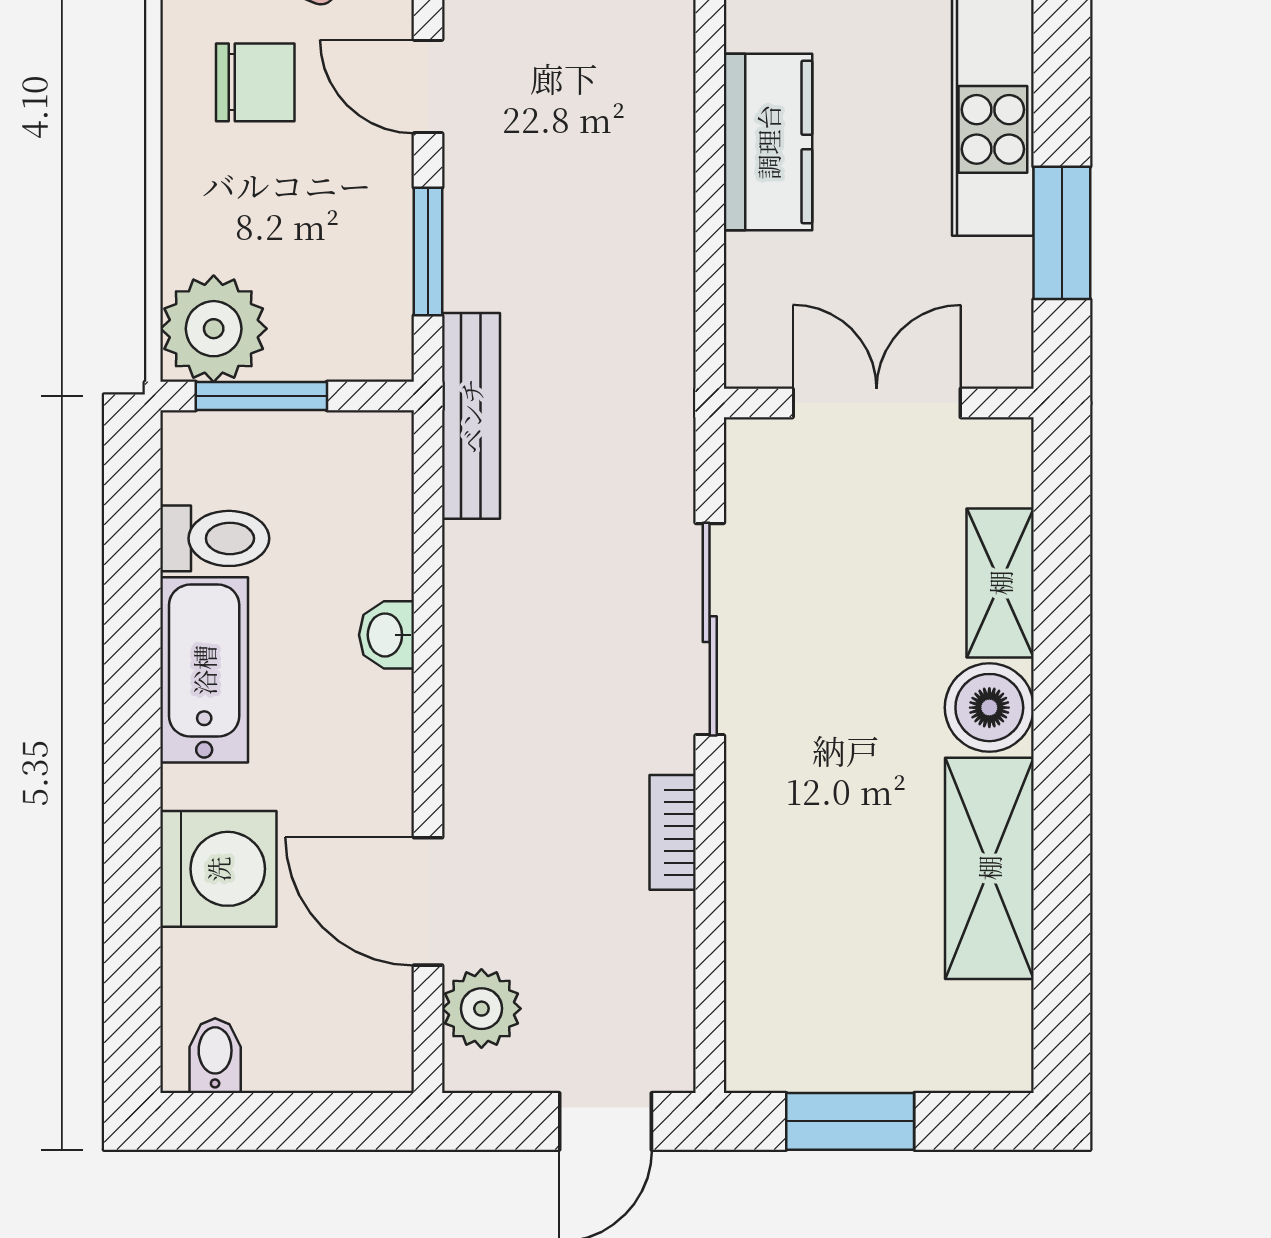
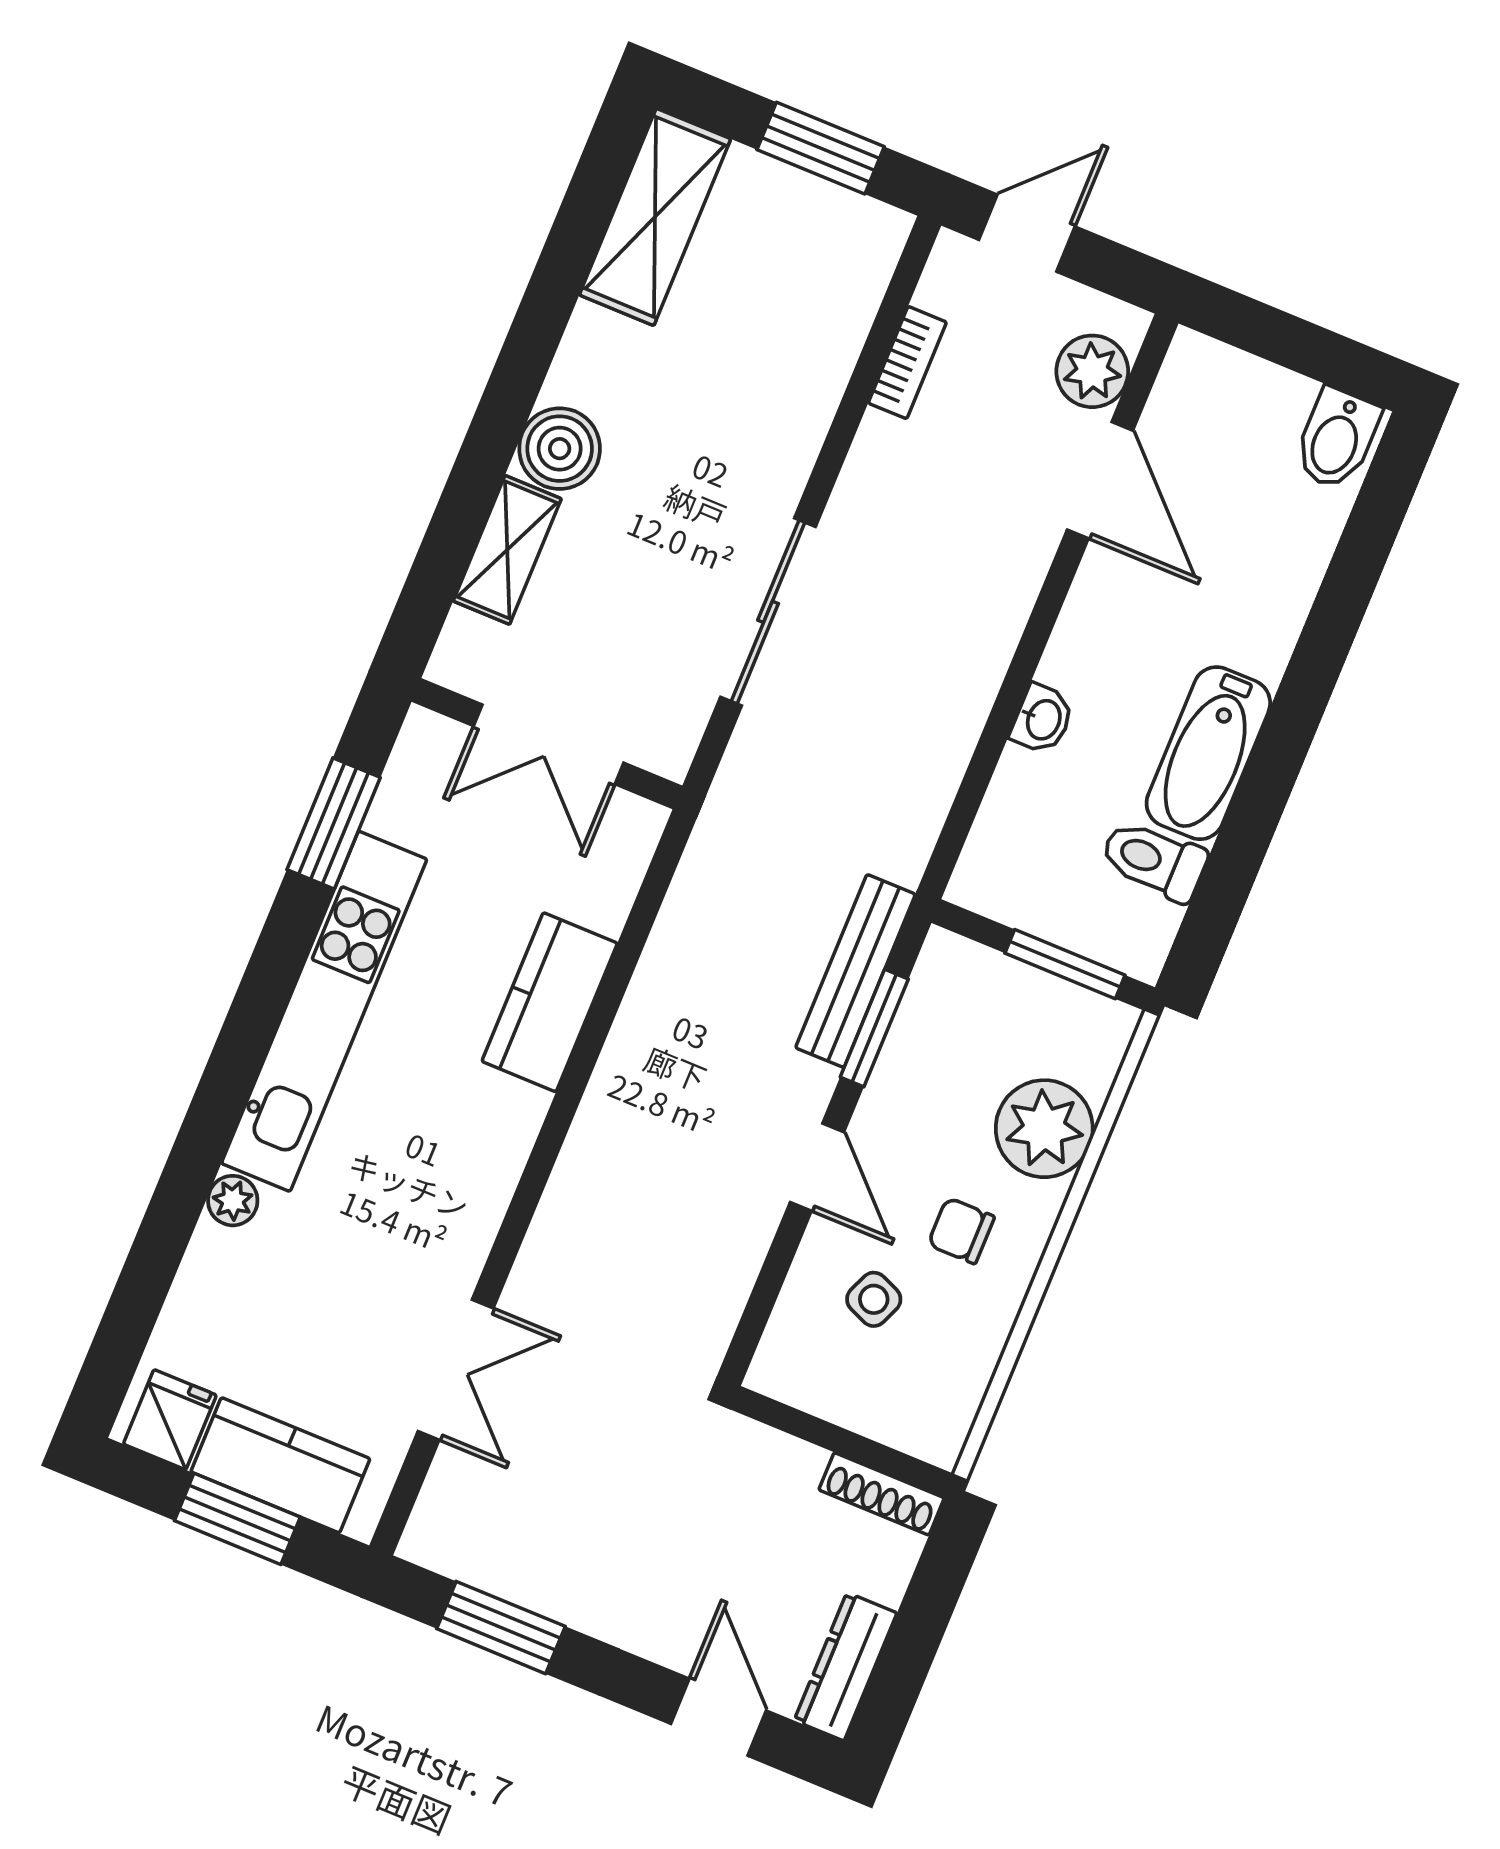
chair: (255, 82) -> (961, 1231), width x0.73, depth x0.73
plant: (214, 329) -> (1044, 1129), moved
bench: (471, 416) -> (855, 971), moved
bookcase: (673, 832) -> (907, 363), moved
shelving: (989, 868) -> (655, 217), moved
washing machine: (218, 869) -> (1265, 580), removed
bidet: (215, 1056) -> (1337, 439), width x1.38, depth x1.36

